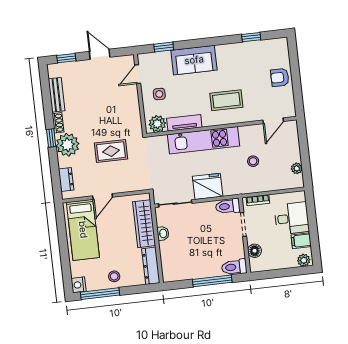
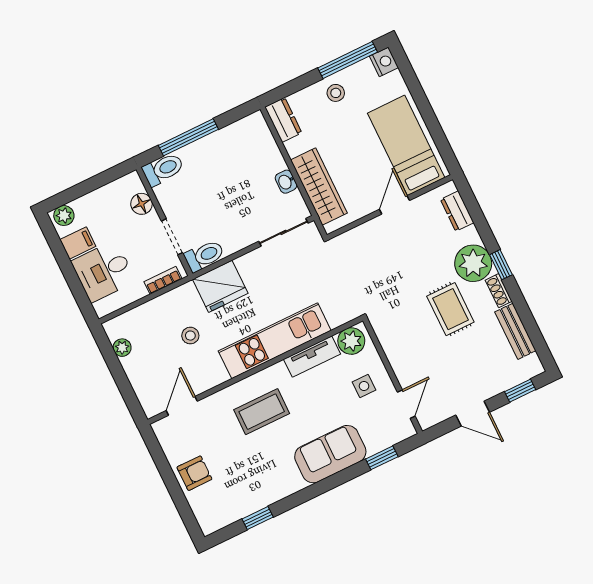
rug: (111, 151) -> (450, 309), moved, turned 90
fridge: (208, 186) -> (220, 286), moved
dresser: (151, 266) -> (283, 120), width x0.70

